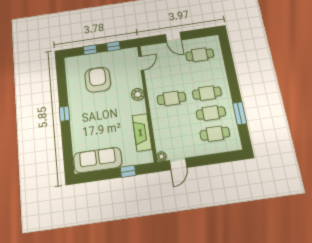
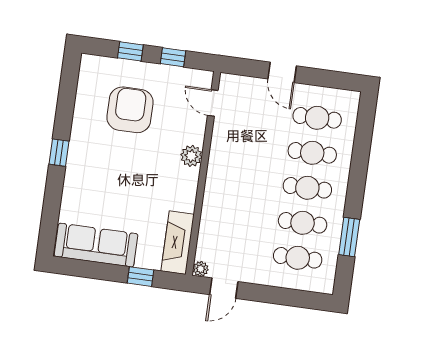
door: (141, 63) -> (213, 103), swing flipped
cafe table: (171, 98) -> (312, 153), moved
fireplace: (142, 132) -> (178, 243), moved

